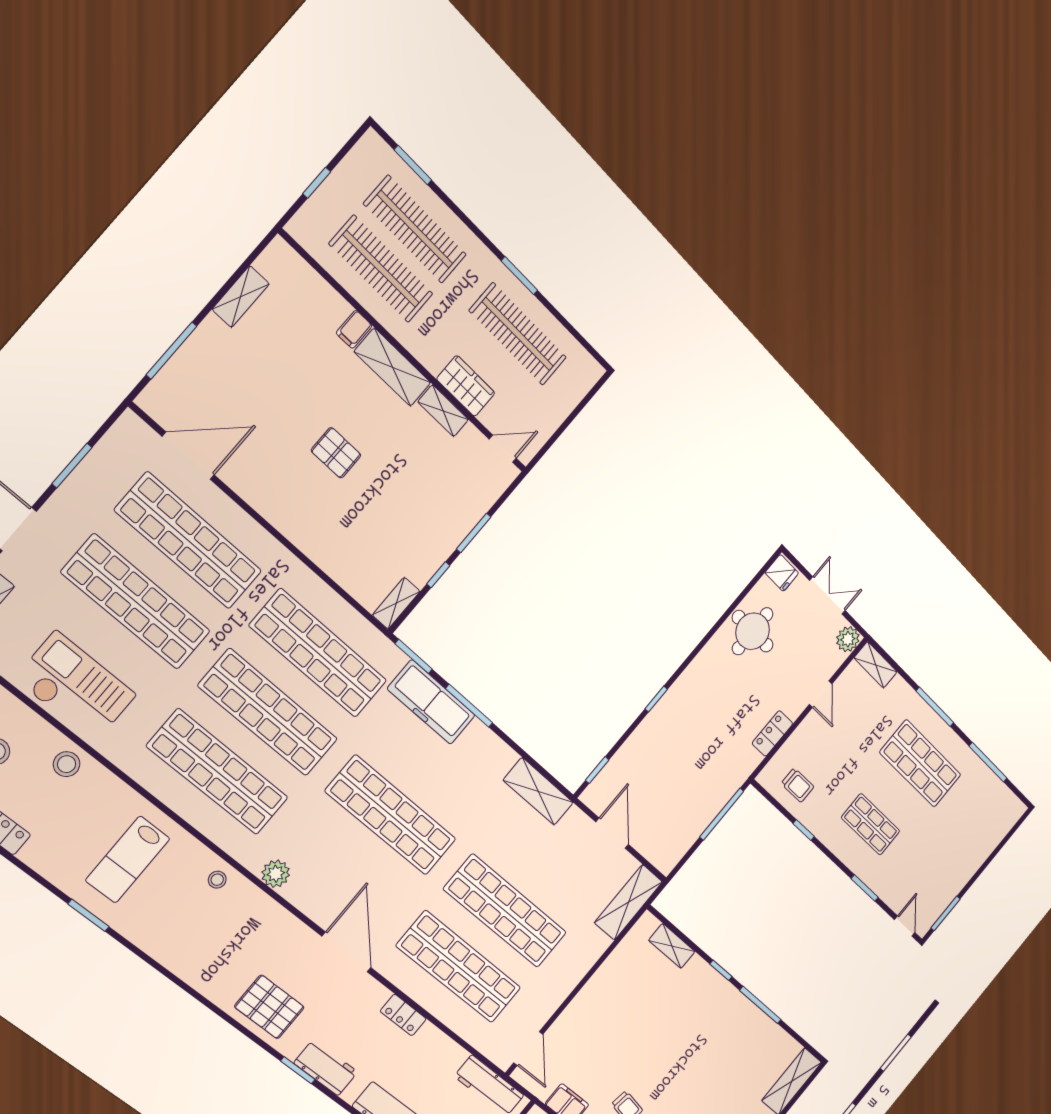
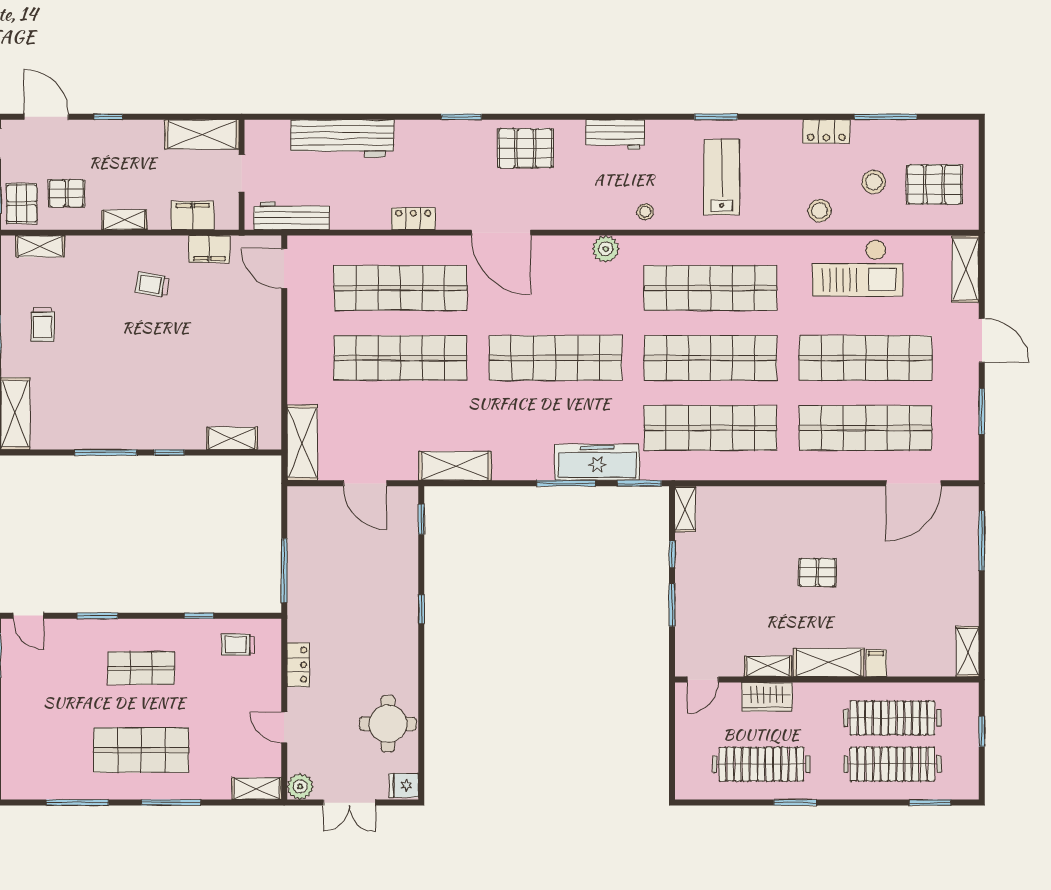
shelving: (241, 297) -> (968, 652), moved
workbench: (326, 1067) -> (615, 135), moved

